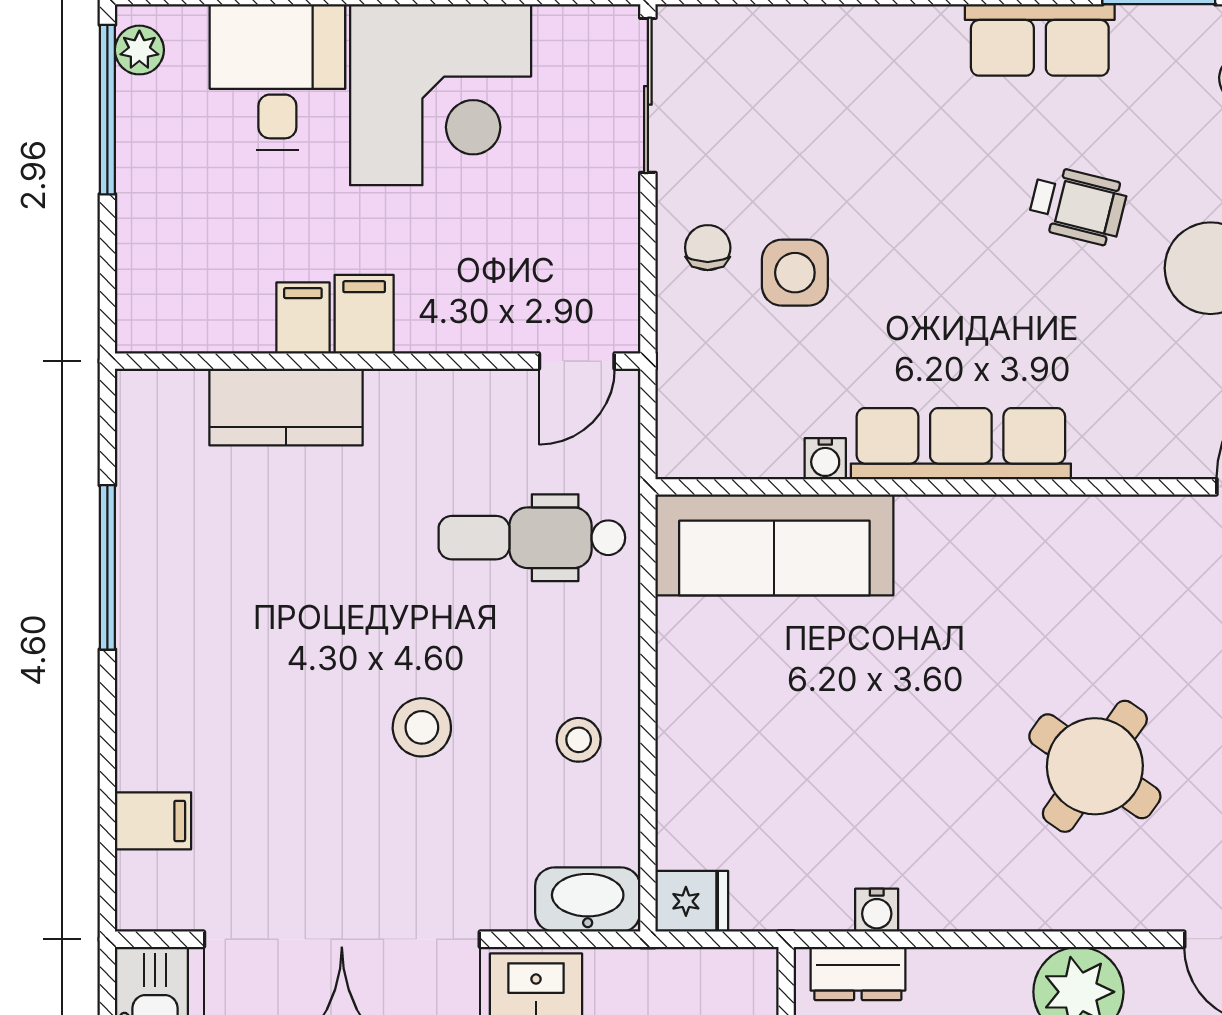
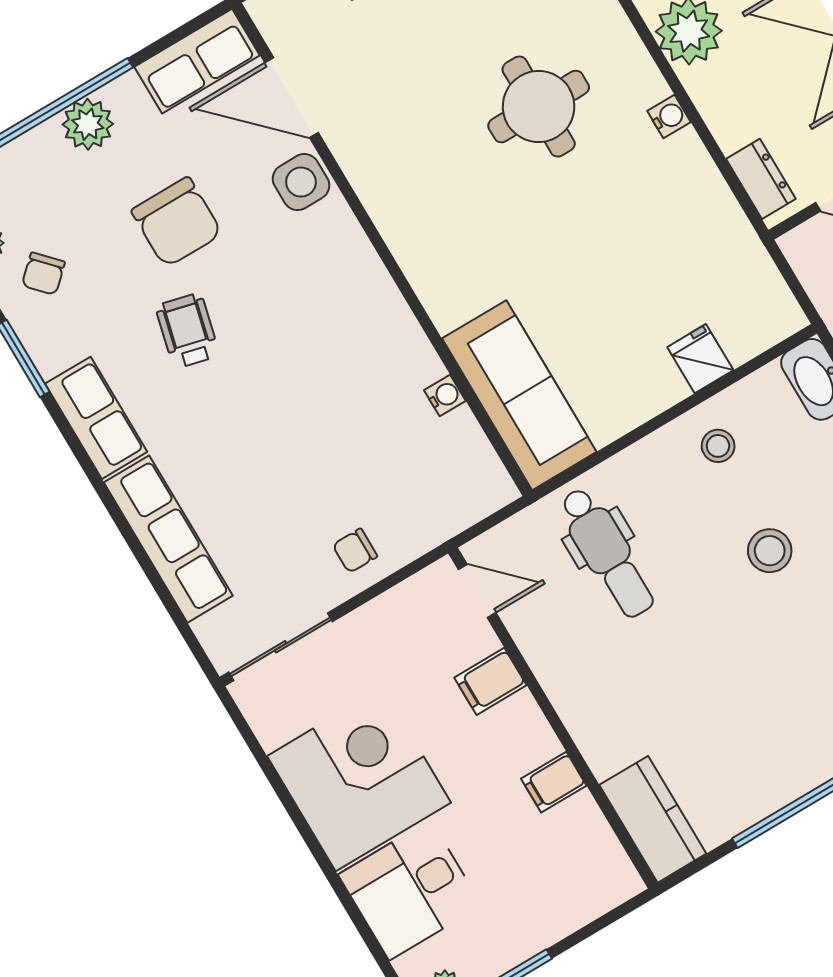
side table: (795, 273) -> (301, 182), moved
filing cabinet: (364, 314) -> (490, 681), moved
kitchen counter: (286, 407) -> (653, 819), moved
row of seats: (961, 444) -> (168, 539), moved, turned 180
round table: (1095, 766) -> (539, 107), turned -35
fridge: (692, 901) -> (700, 359), moved
water cooler: (877, 910) -> (669, 117), moved

